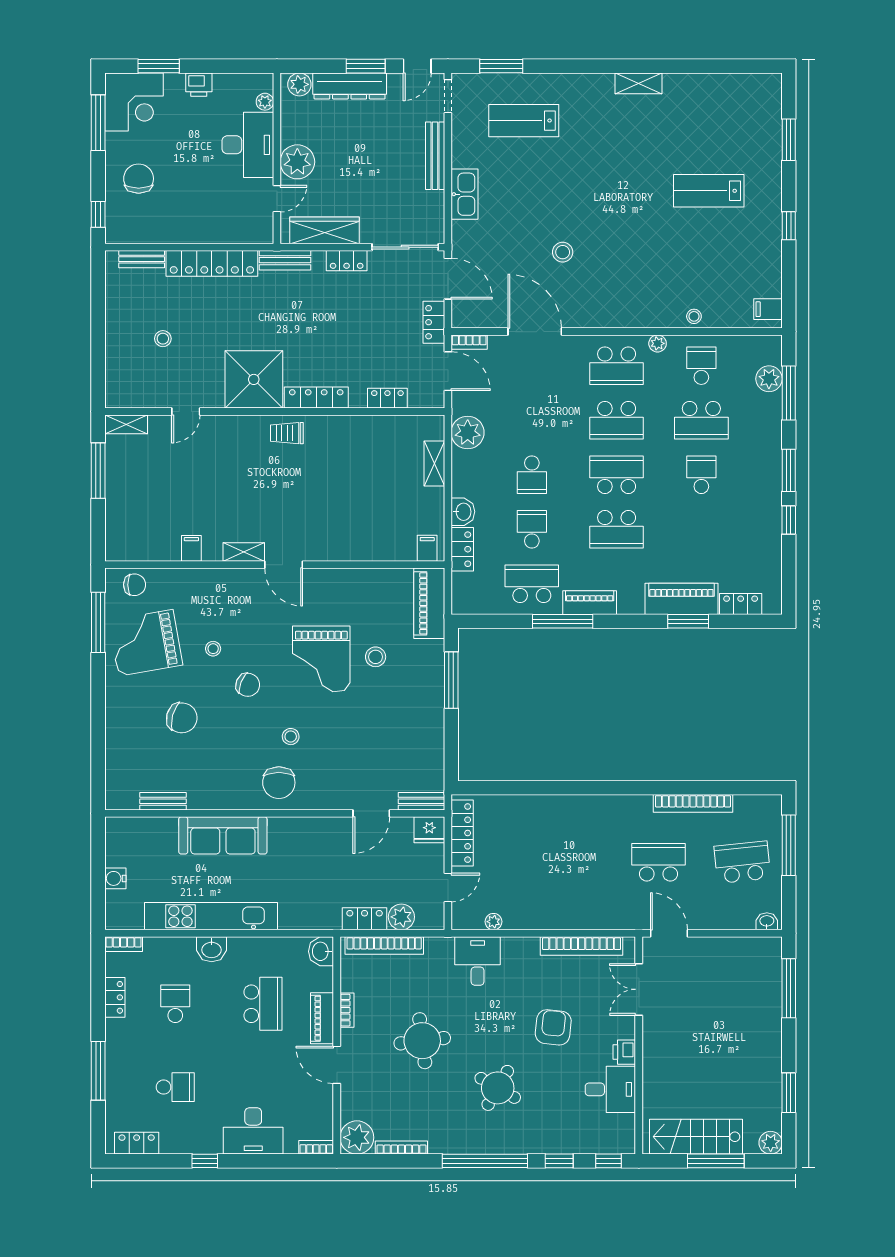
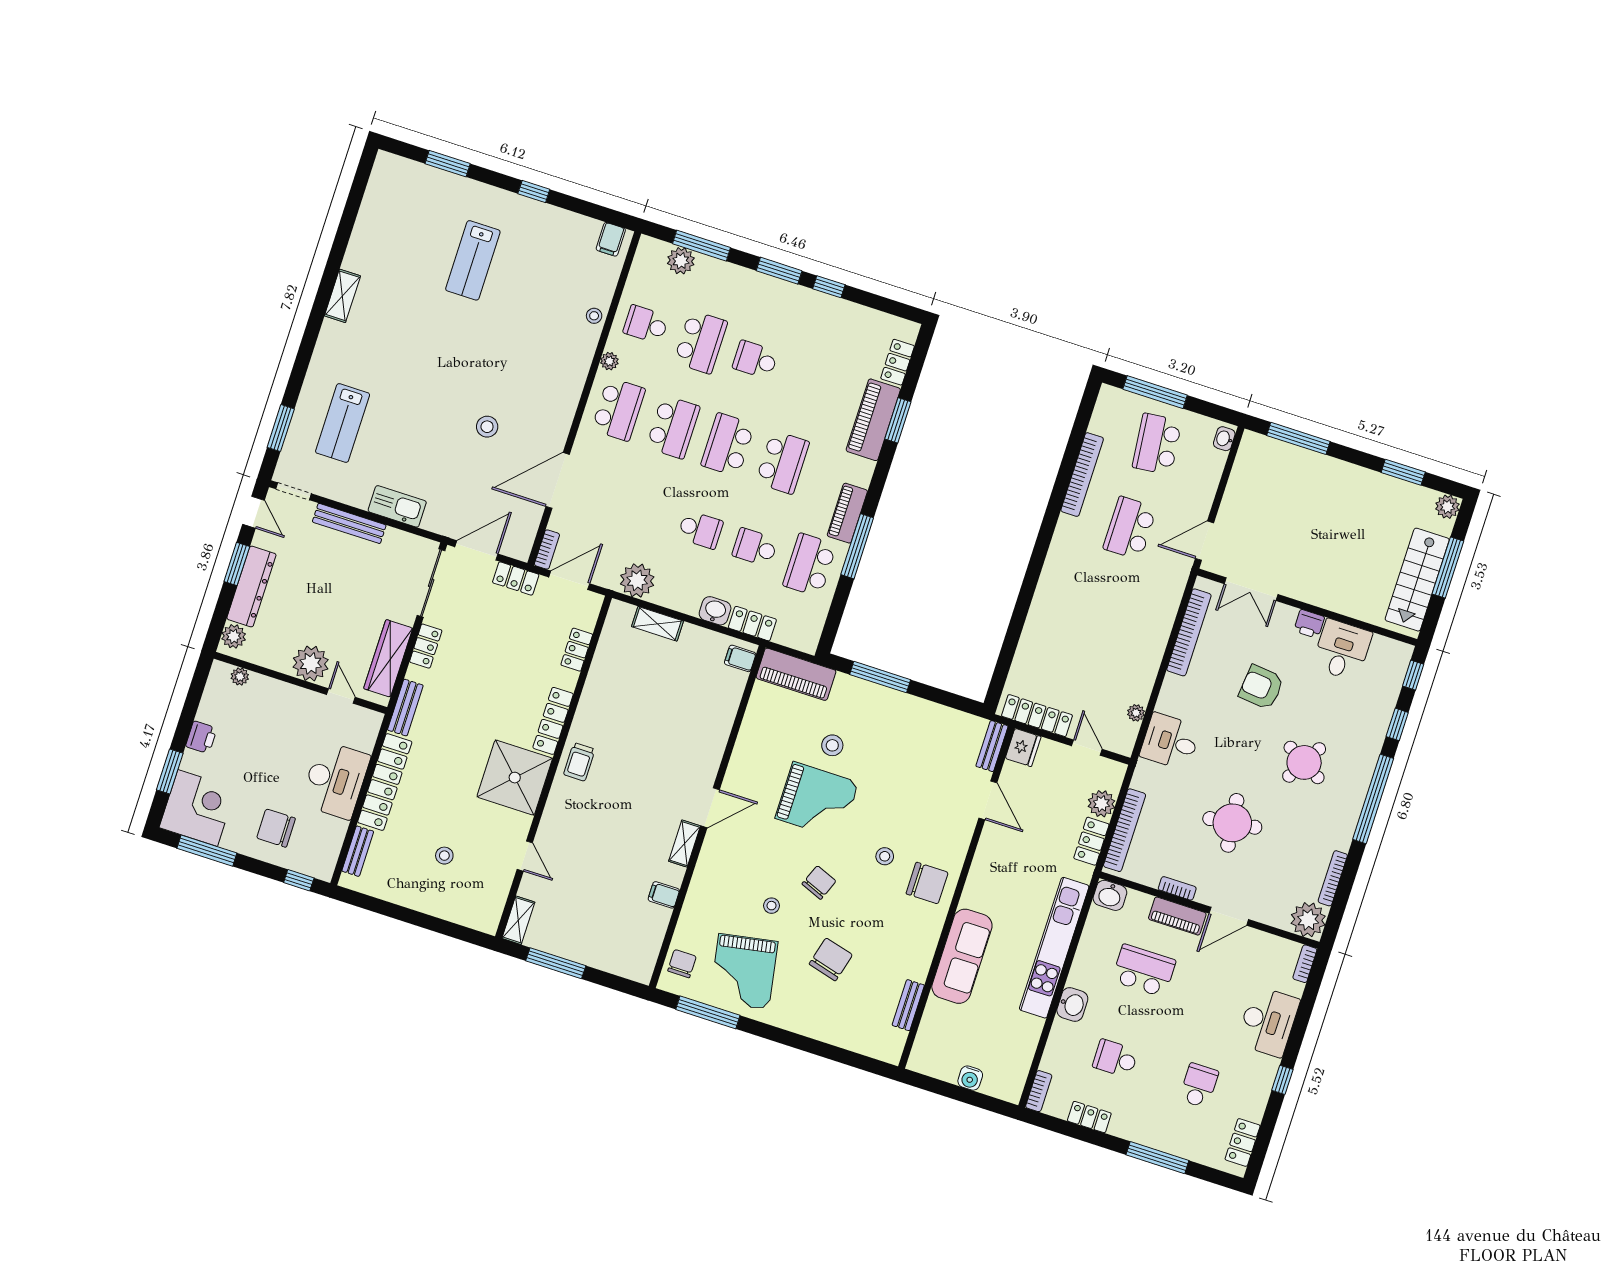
desk: (248, 145) -> (335, 780), moved, turned 90
kitchen unit: (211, 916) -> (1054, 948), moved

